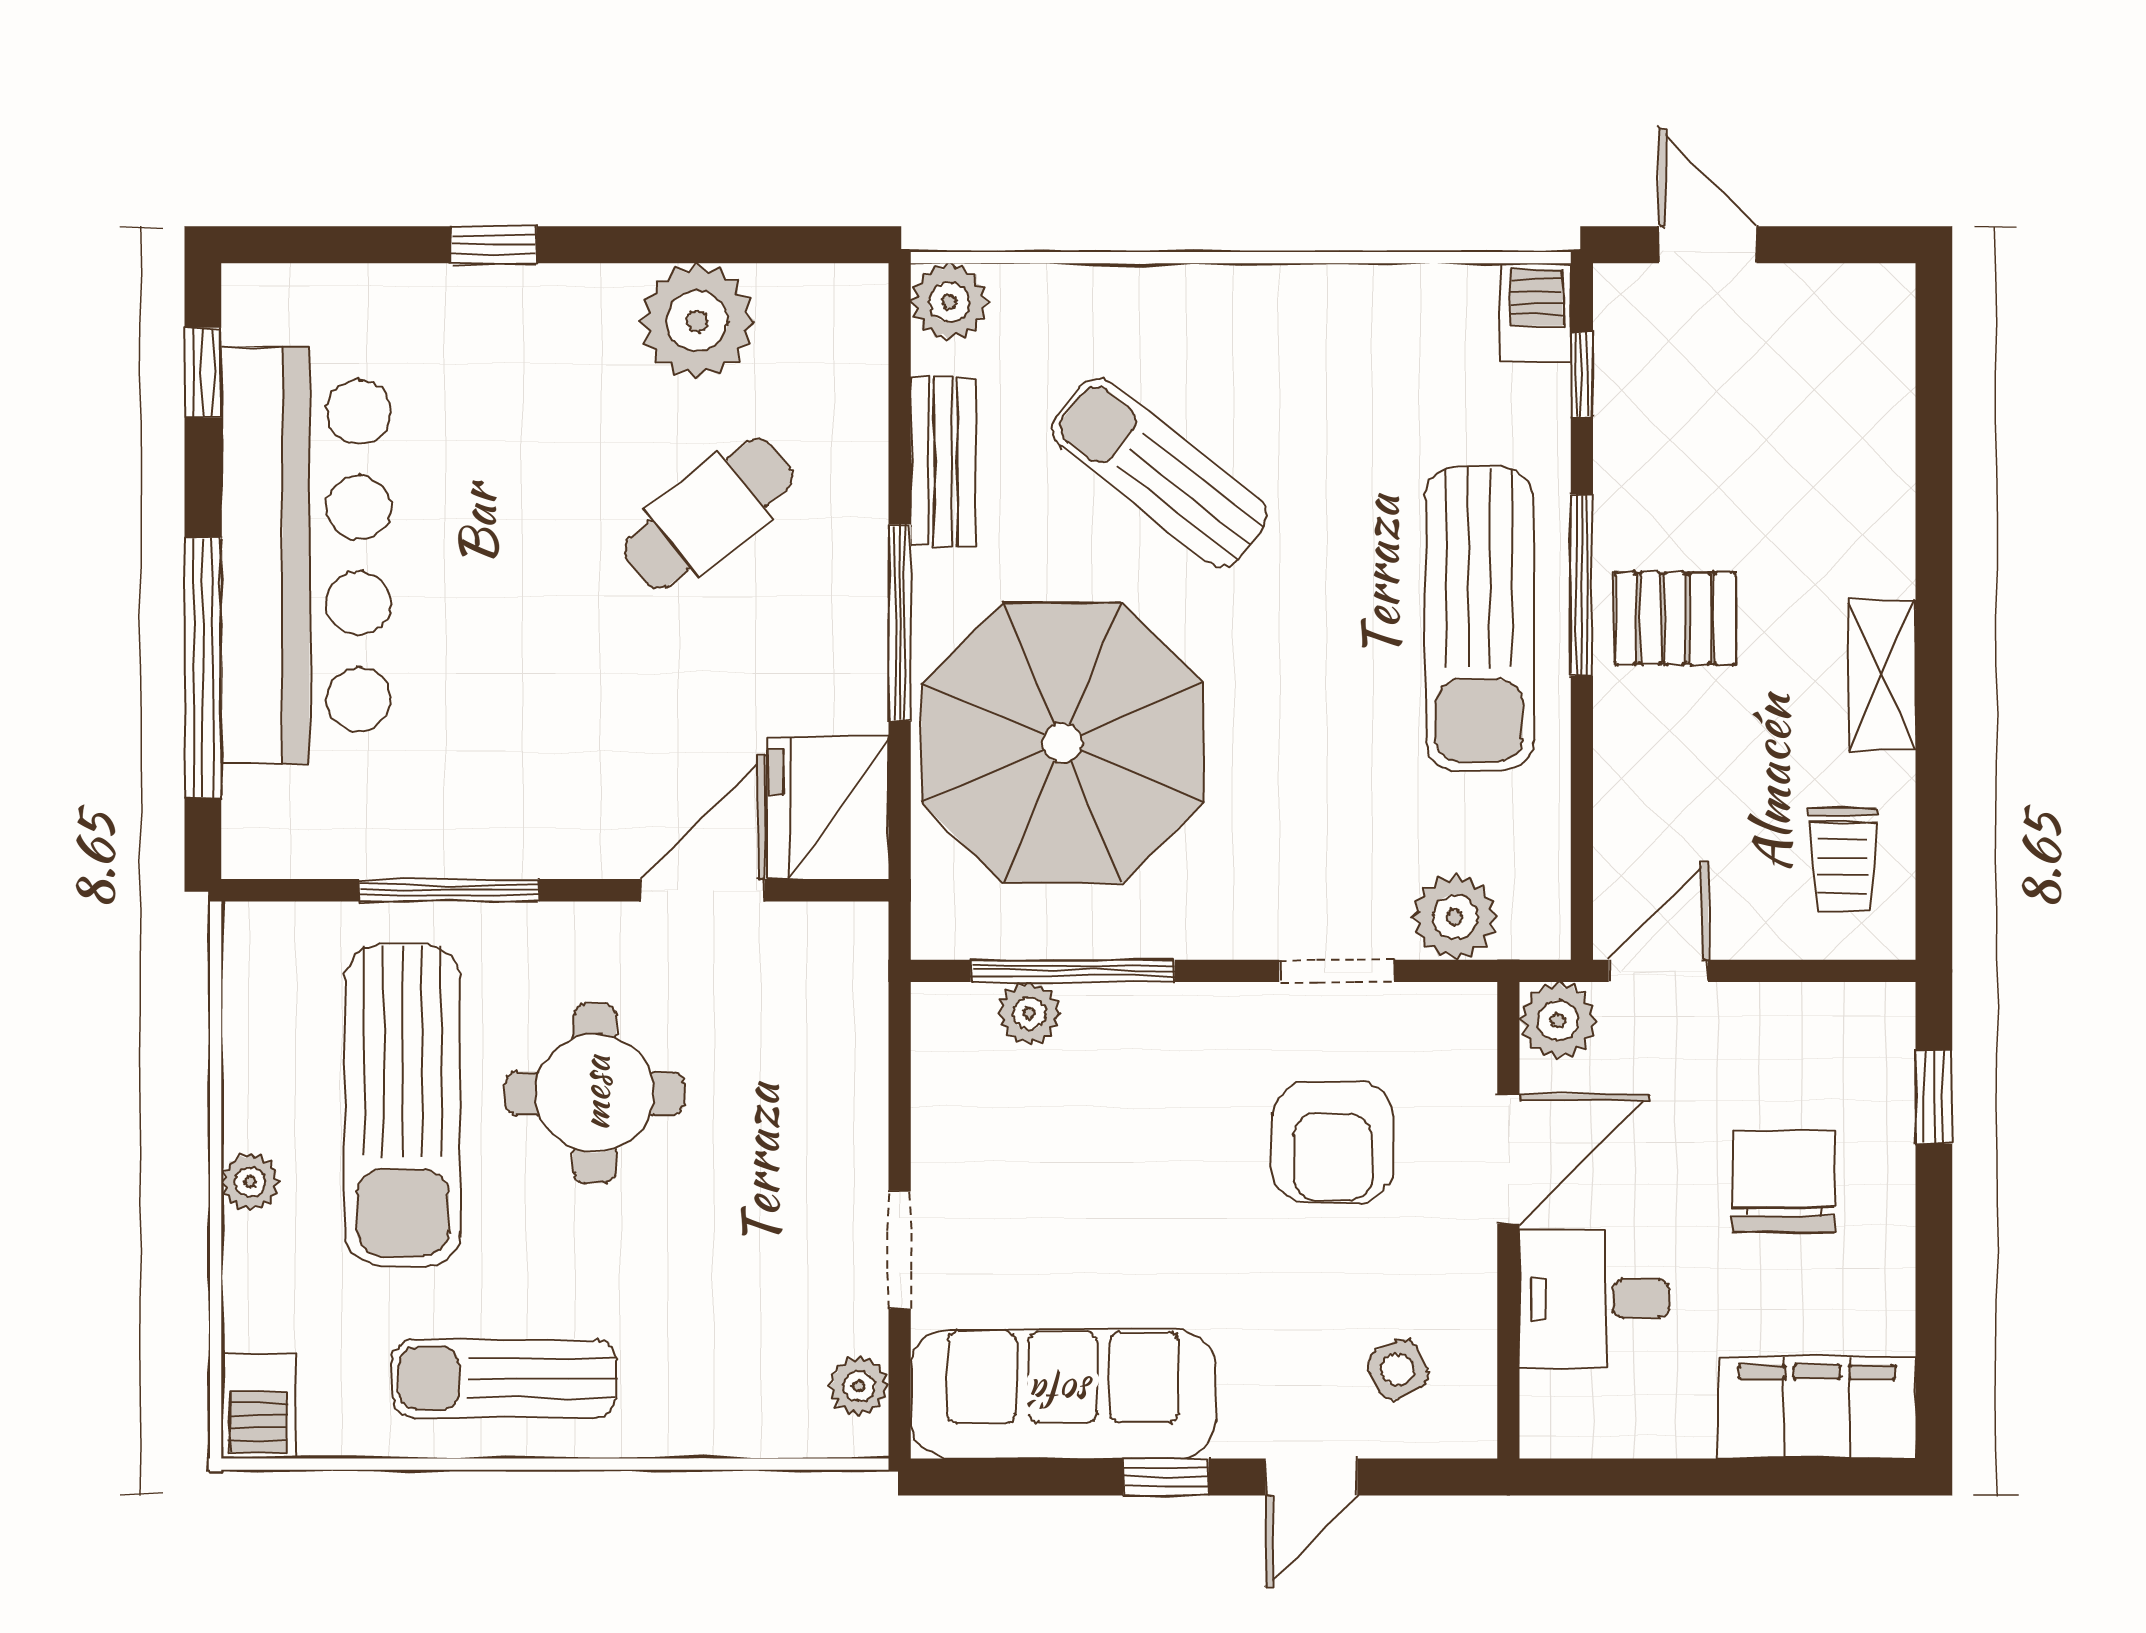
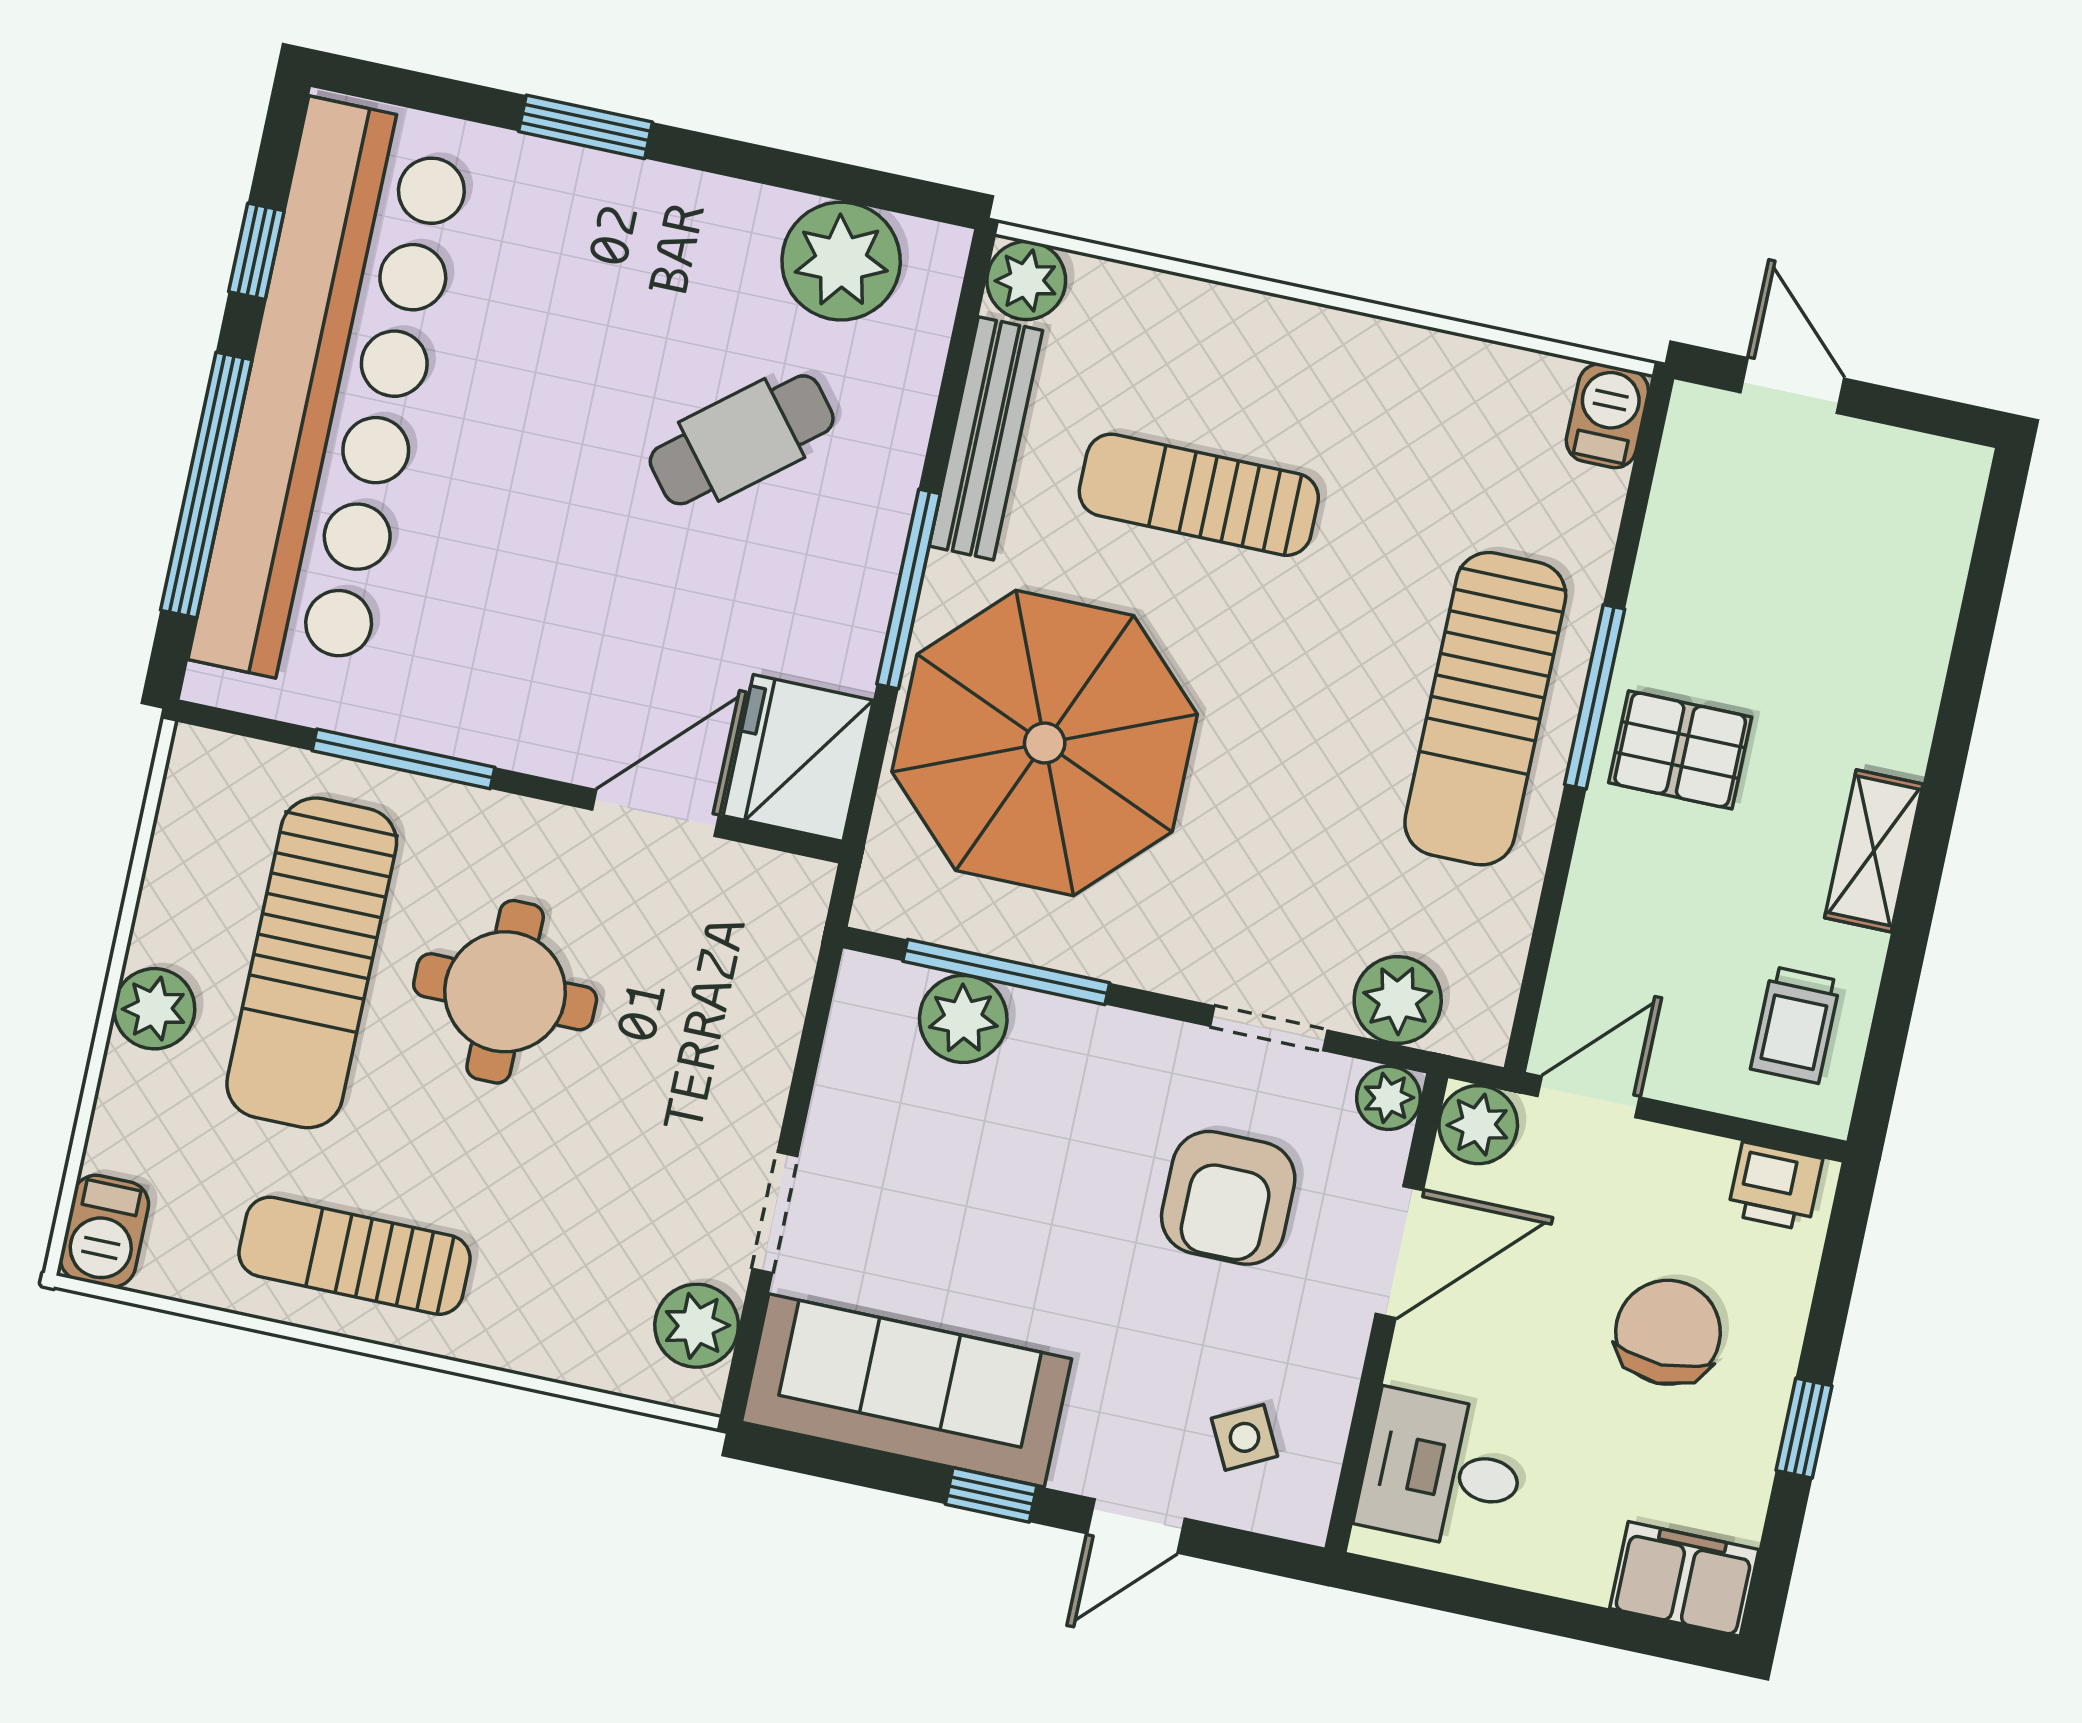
window: (494, 245) -> (585, 127), width x1.50
plant: (697, 321) -> (841, 261), moved
window: (203, 373) -> (256, 251), moved
window: (1582, 374) -> (1640, 488), removed
bench: (943, 462) -> (986, 438), width x1.36
sun lounger: (1159, 472) -> (1199, 495), turned -38
bar counter: (306, 556) -> (333, 396), width x1.36
plant: (1029, 1013) -> (963, 1019), width x1.38, depth x1.38
plant: (1466, 1013) -> (1388, 1098), added
printer: (1856, 1019) -> (1775, 1186), added
window: (1934, 1097) -> (1804, 1428), moved
plant: (250, 1182) -> (154, 1009), width x1.38, depth x1.38
desk: (1595, 1298) -> (1442, 1470), moved
plant: (859, 1386) -> (697, 1326), width x1.38, depth x1.38
filing cabinet: (1817, 1408) -> (1684, 1579), width x0.67, depth x0.86

